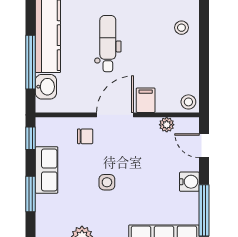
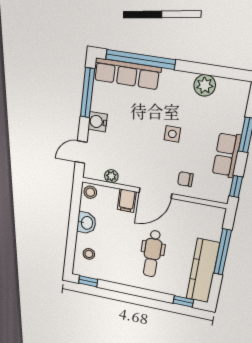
washbasin: (46, 87) -> (86, 223), moved, turned 180
door: (204, 146) -> (81, 152), swing flipped

